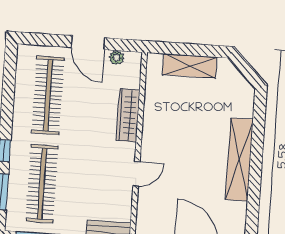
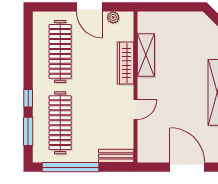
shelving: (190, 66) -> (146, 55), moved, turned 90

